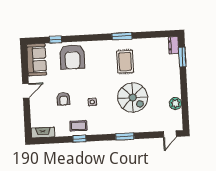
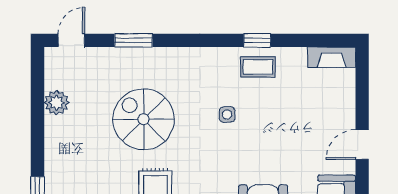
armchair: (63, 99) -> (286, 124), removed
window: (125, 136) -> (134, 40), moved

